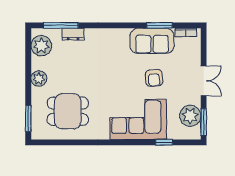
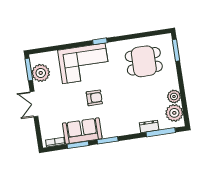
window: (124, 25) -> (108, 140), added
armchair: (154, 78) -> (94, 98), moved, turned 95
plant: (39, 79) -> (174, 96), moved
window: (164, 142) -> (100, 41), moved

